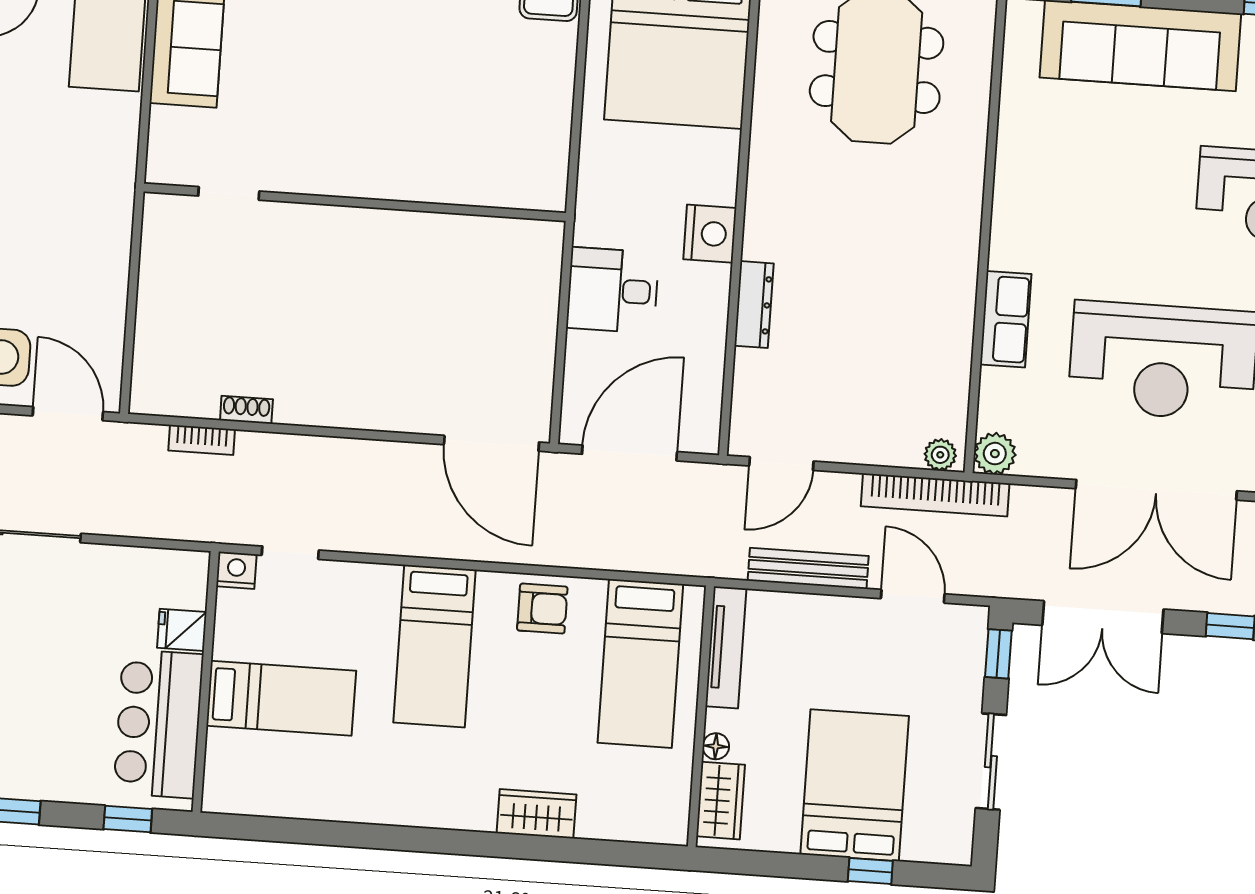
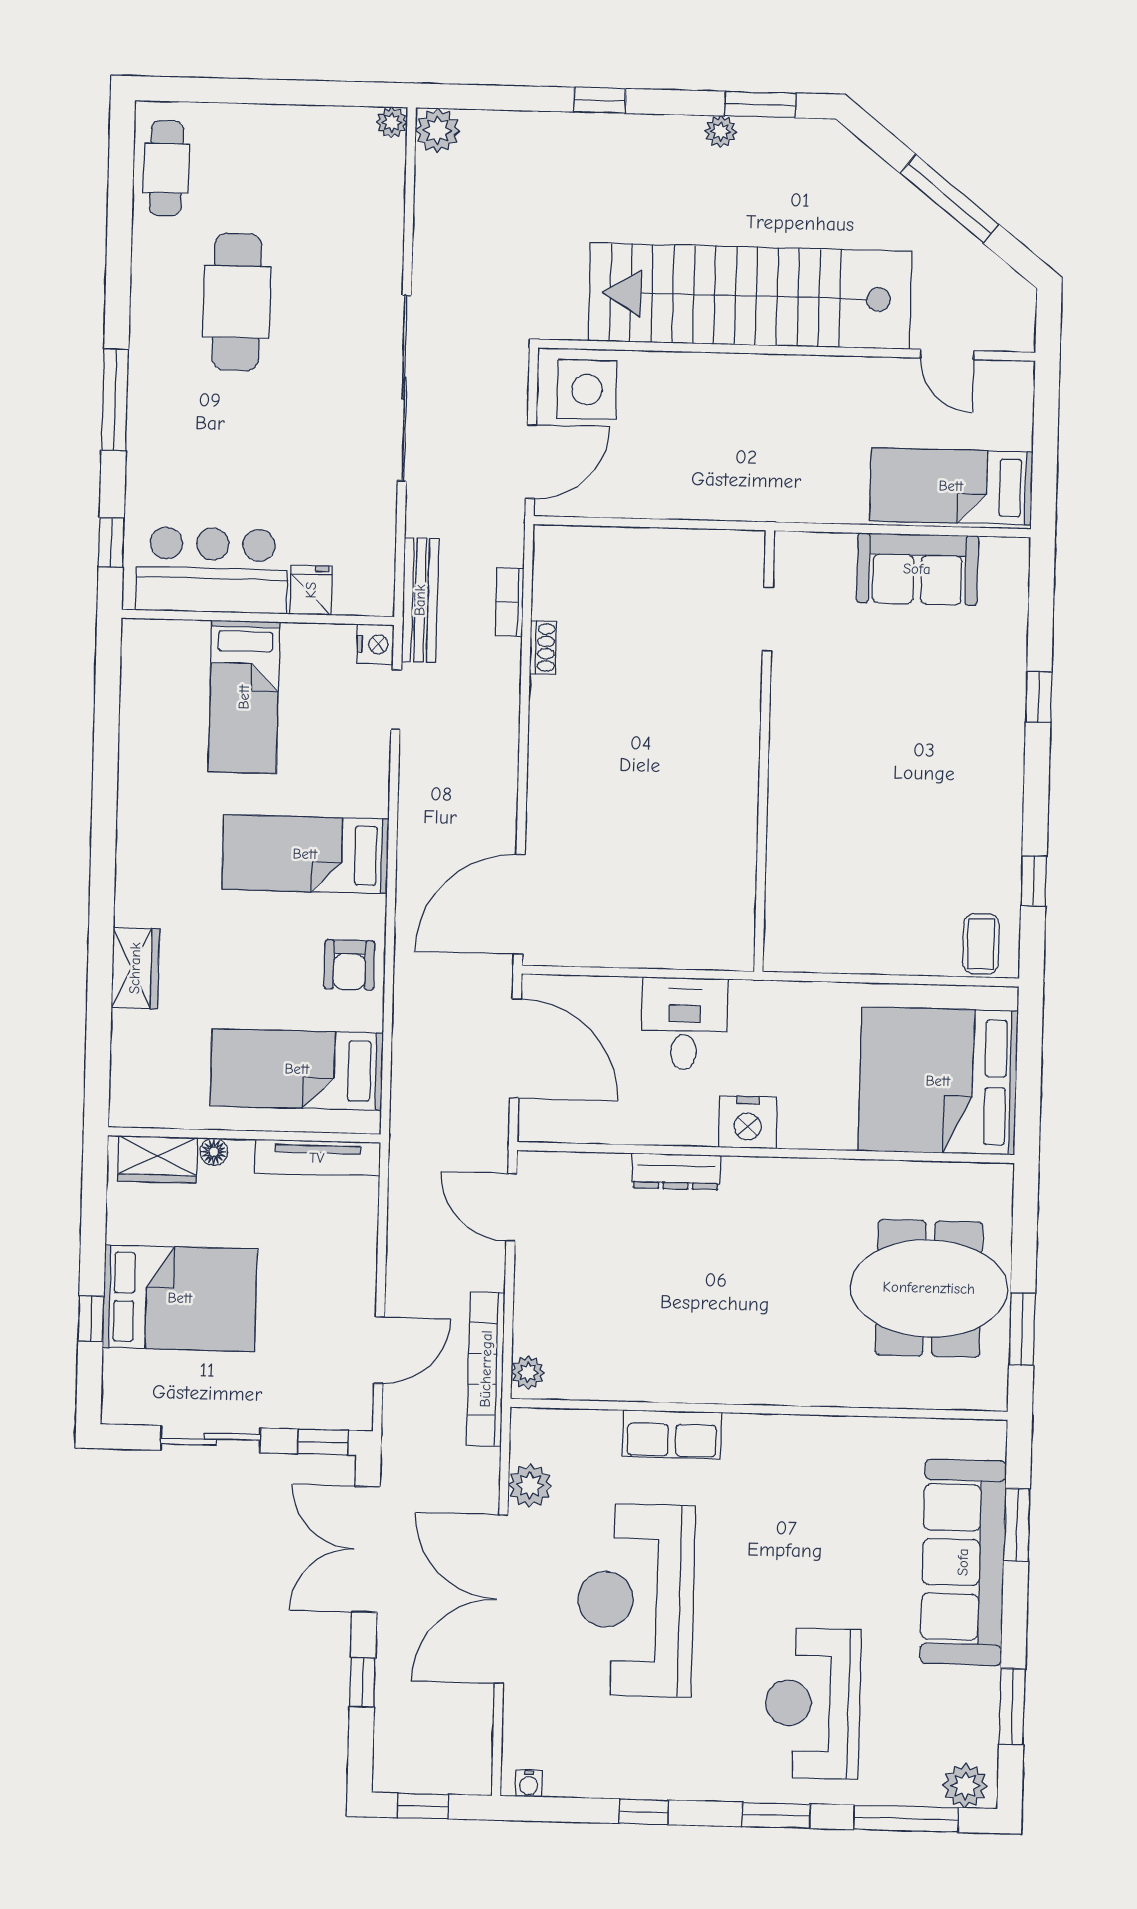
plant: (995, 454) -> (530, 1486), moved
bench: (808, 568) -> (420, 600), moved

